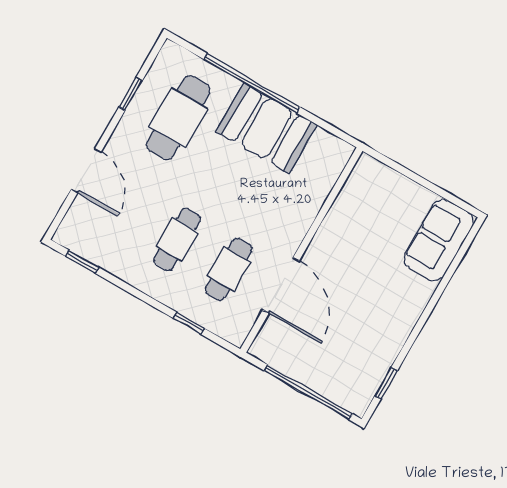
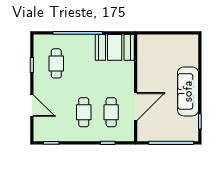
cafe table: (178, 118) -> (56, 63), width x0.73, depth x0.74
booth: (267, 128) -> (115, 47), moved
sofa: (439, 240) -> (188, 91), moved, width x1.36
door: (281, 285) -> (136, 106), hinge flipped

